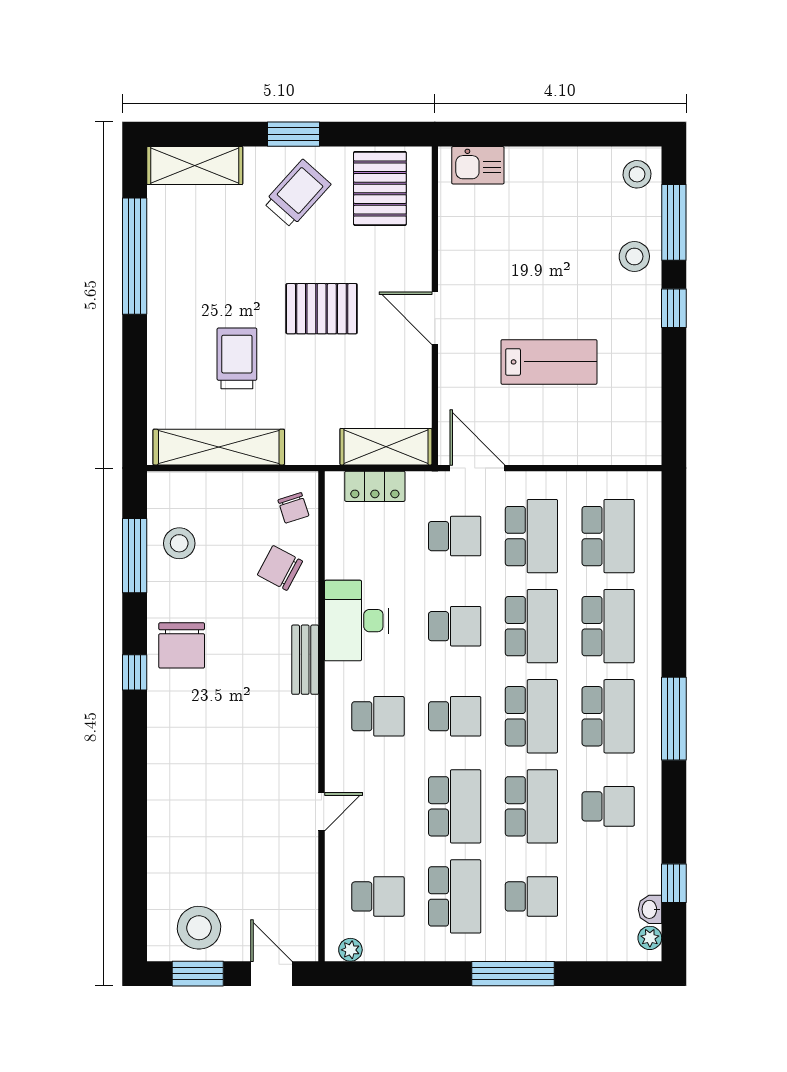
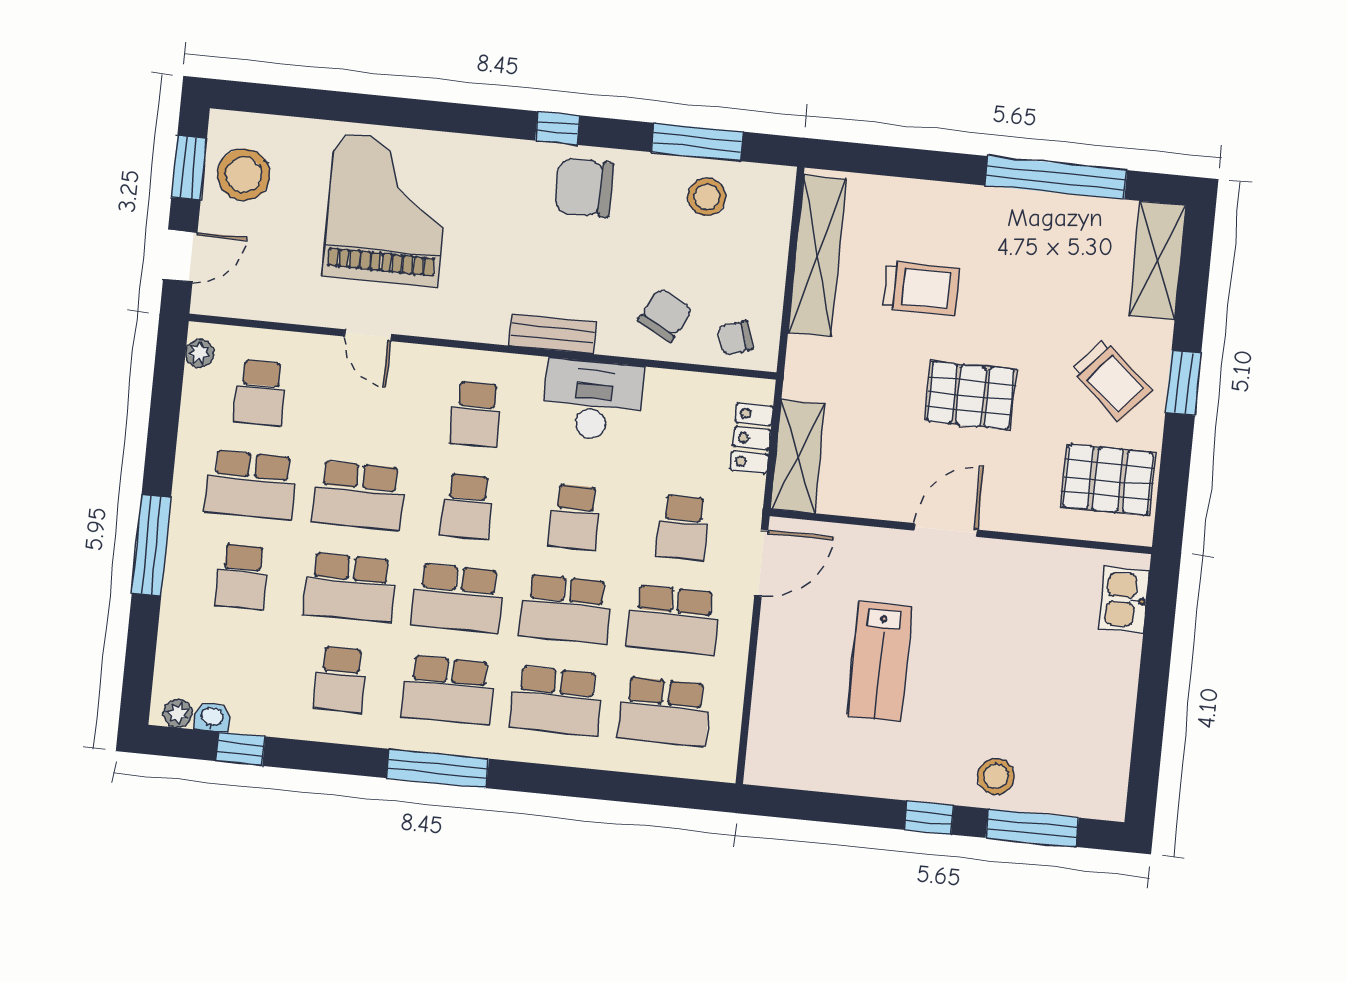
stool: (637, 174) -> (1094, 789), removed
pallet: (322, 309) -> (971, 395), turned 90
grand piano: (216, 807) -> (386, 210), added

